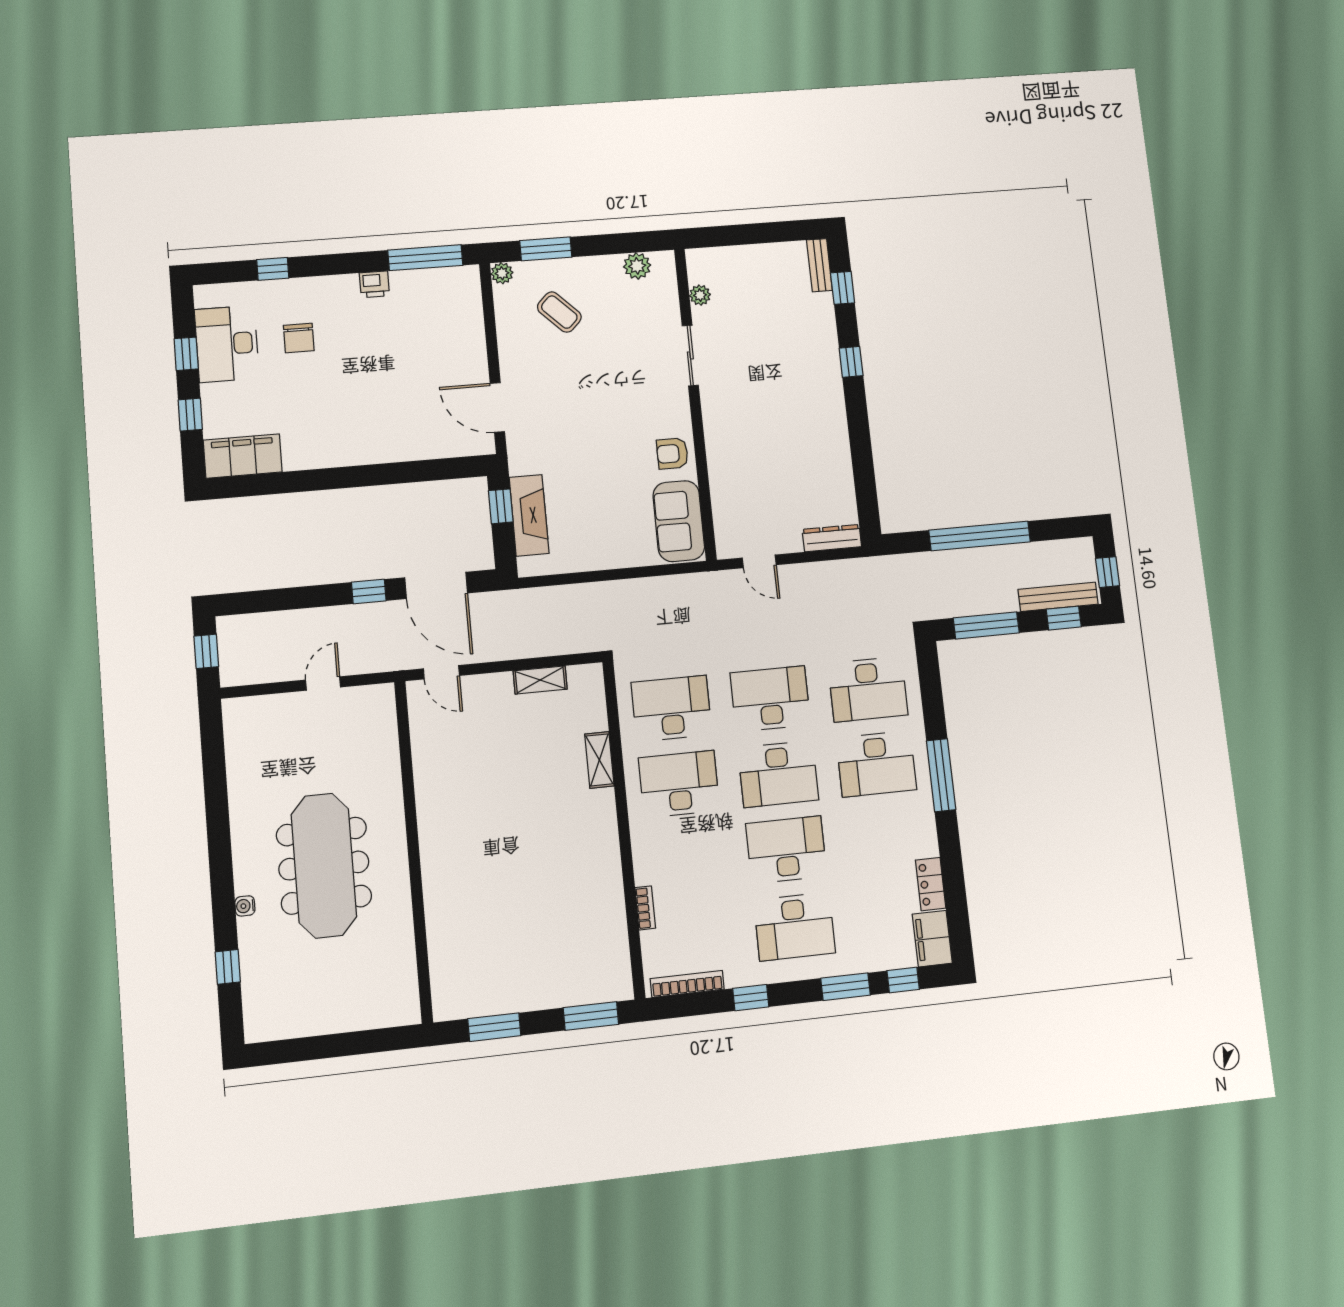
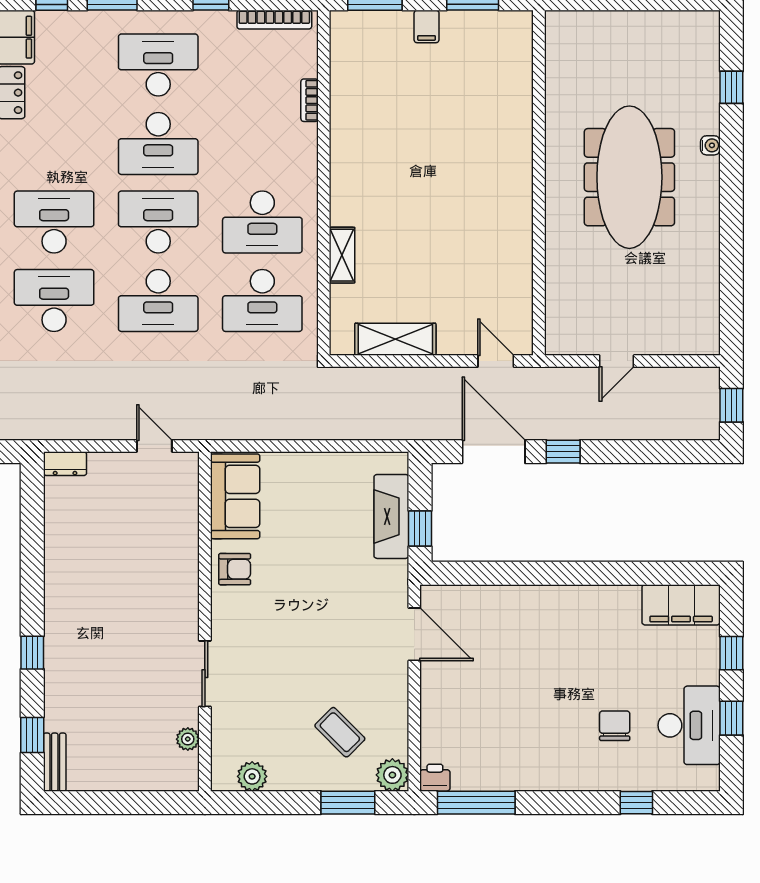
plant: (502, 273) -> (392, 775), width x1.38, depth x1.38
printer: (374, 284) -> (435, 778), moved
dresser: (832, 538) -> (65, 464), width x0.70
shelving: (540, 680) -> (395, 339), width x1.50, depth x1.33
filing cabinet: (538, 994) -> (427, 26), added

